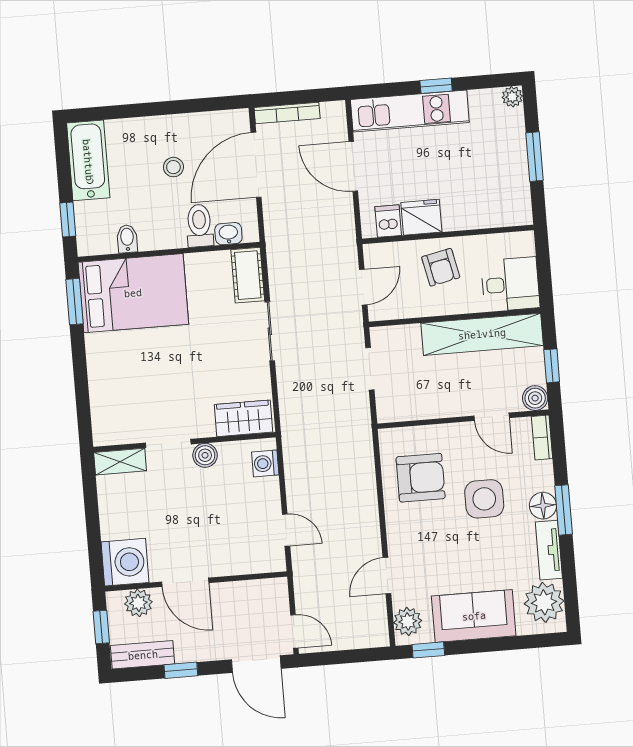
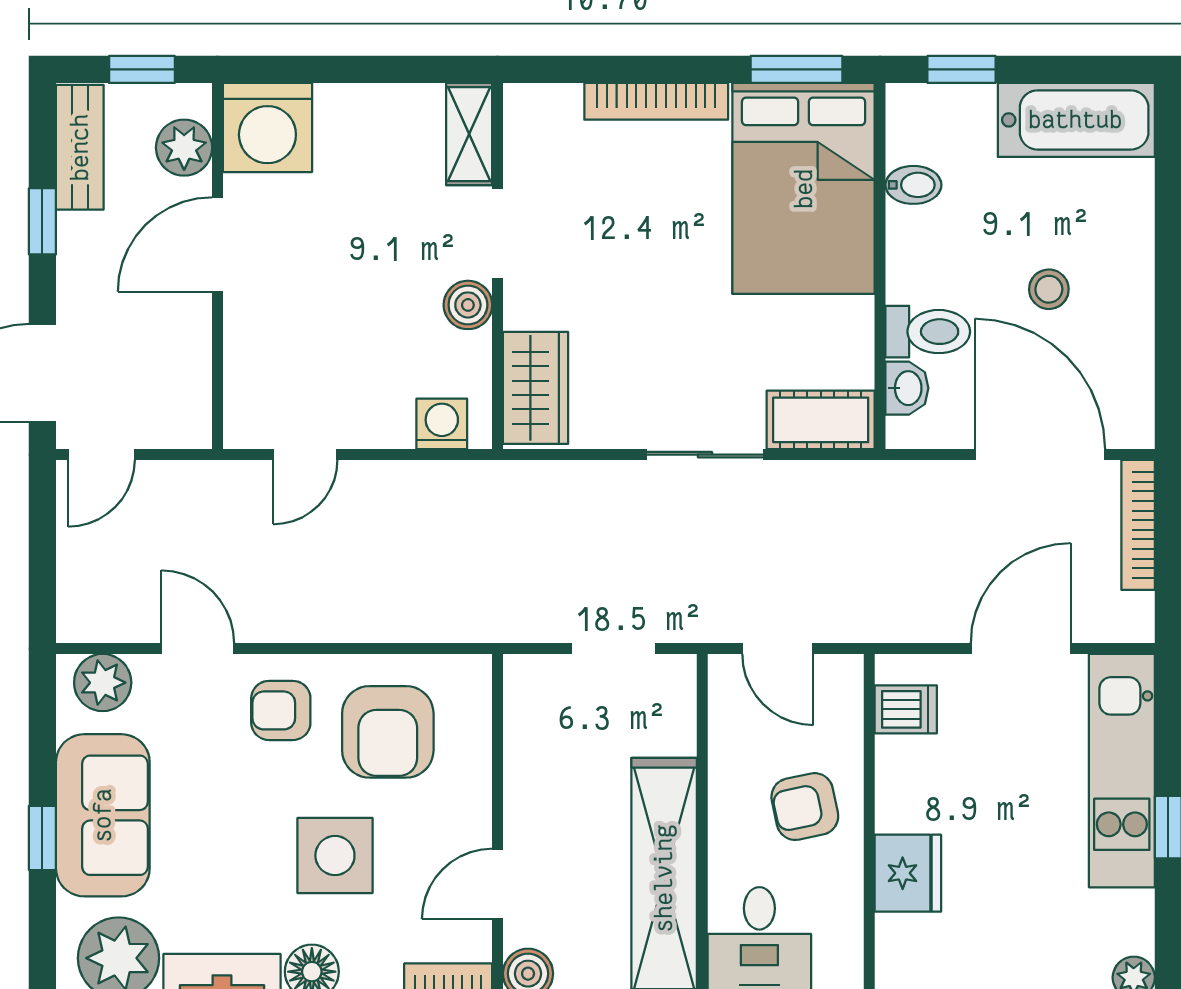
fridge: (421, 217) -> (908, 873), moved
bookcase: (96, 370) -> (656, 101), added
armchair: (414, 532) -> (281, 710), added
window: (428, 650) -> (42, 838), moved

